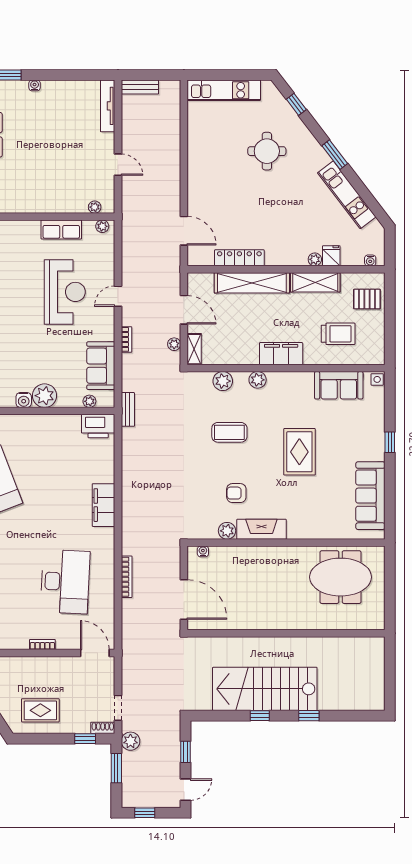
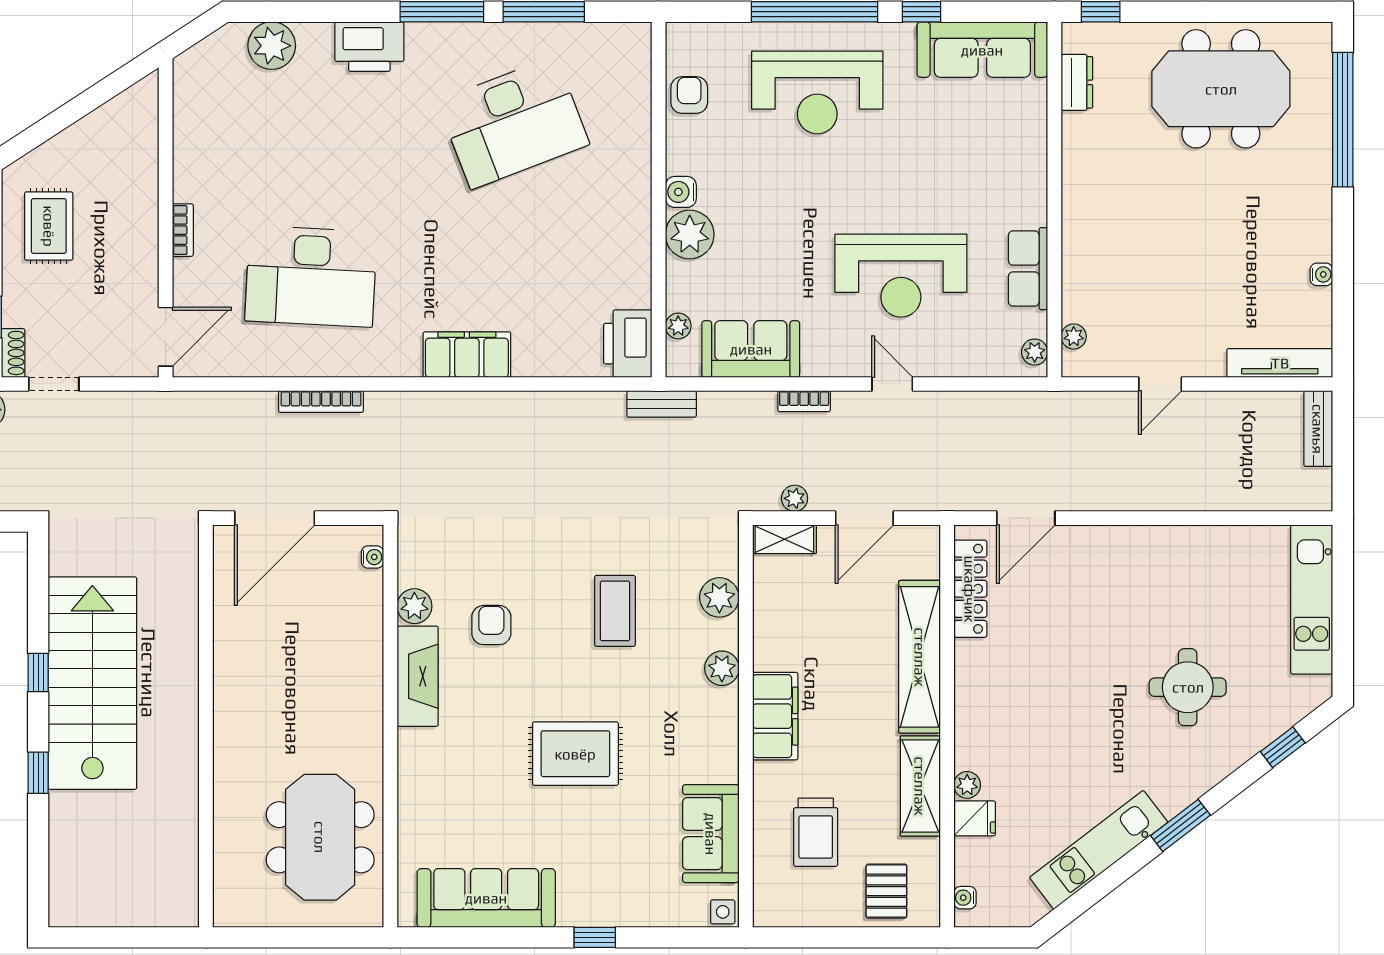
water cooler: (35, 85) -> (1321, 274), moved
locker: (239, 258) -> (970, 589), moved

